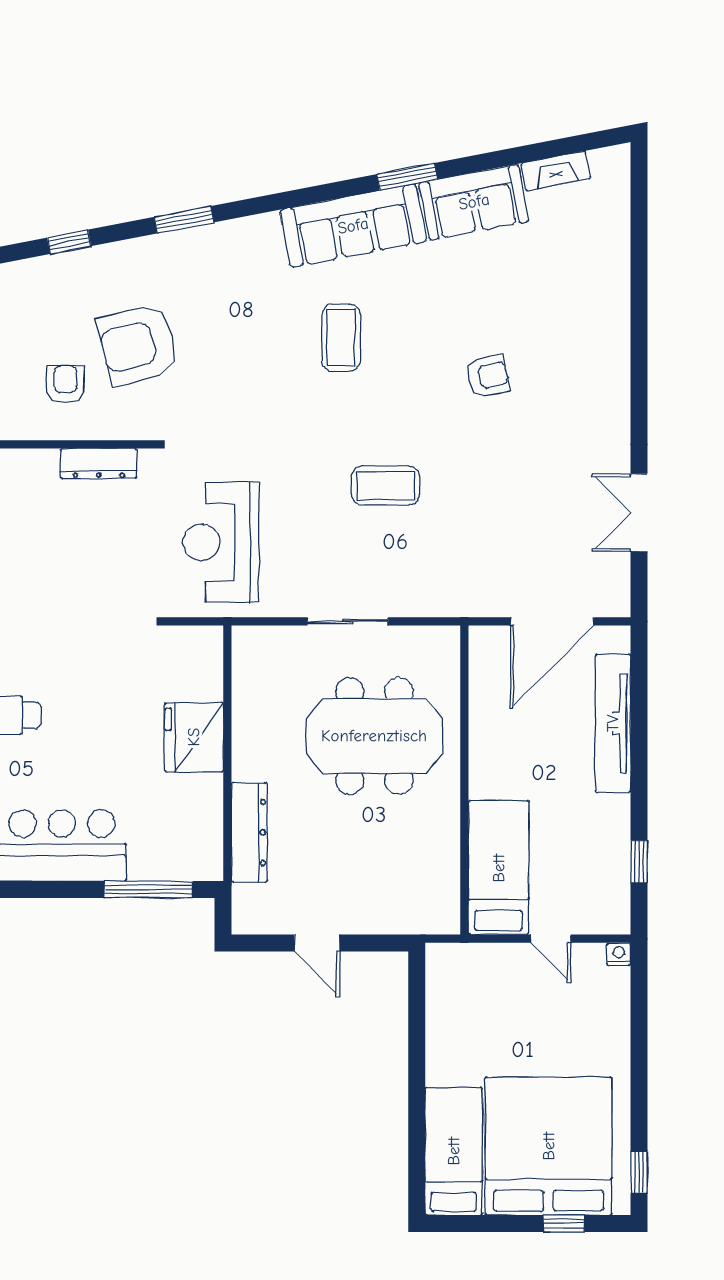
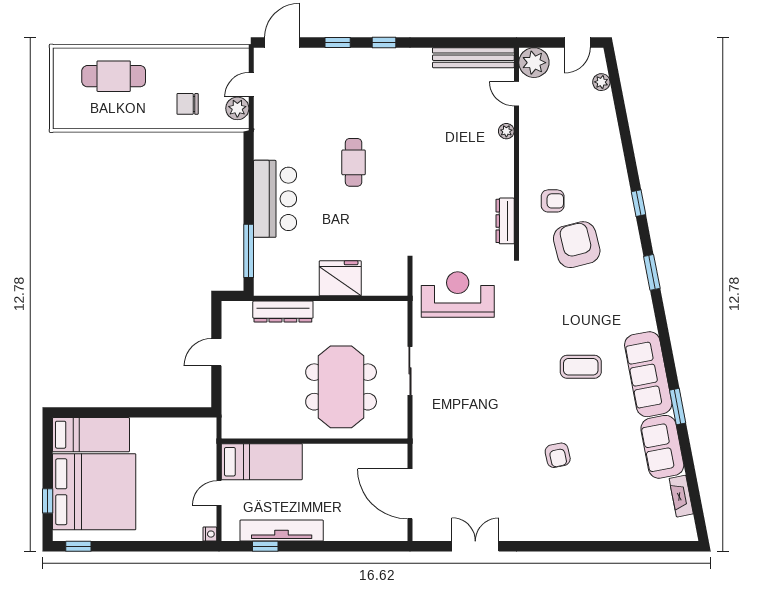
coffee table: (386, 485) -> (492, 394), removed
tv unit: (613, 723) -> (282, 531), moved

